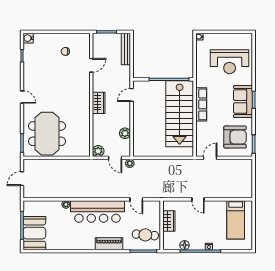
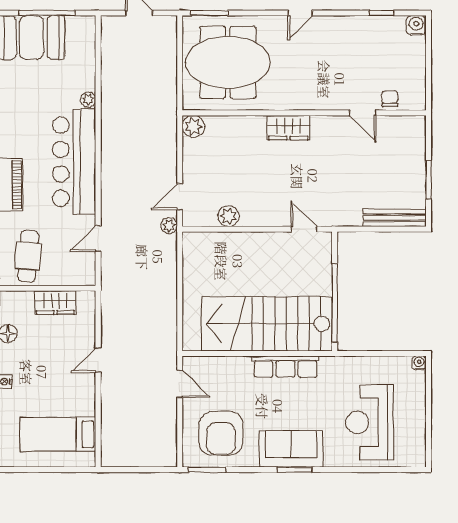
door: (91, 65) -> (363, 113), moved
wall: (91, 95) -> (304, 113), moved
wardrobe: (99, 103) -> (288, 128), moved
plant: (98, 151) -> (193, 126), moved

